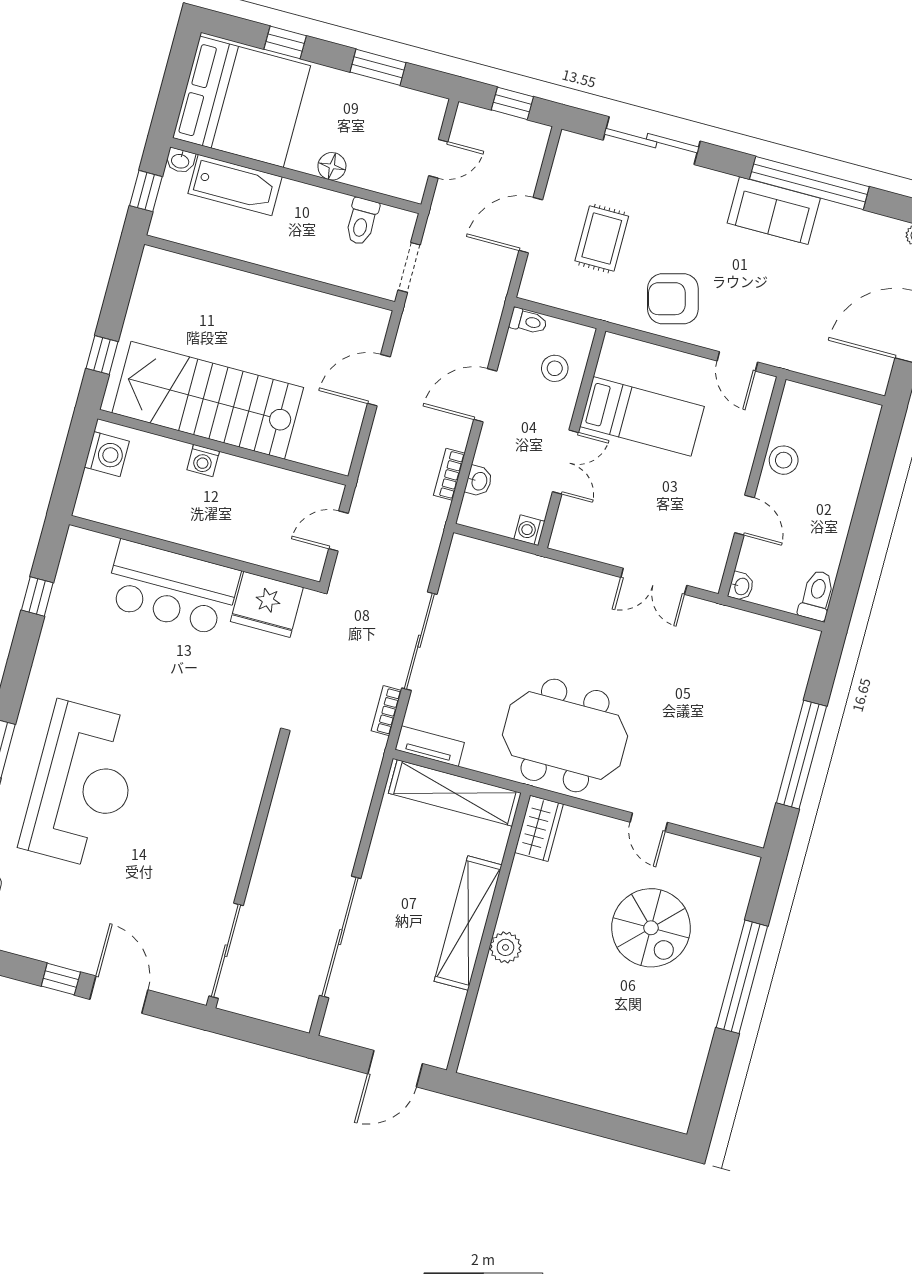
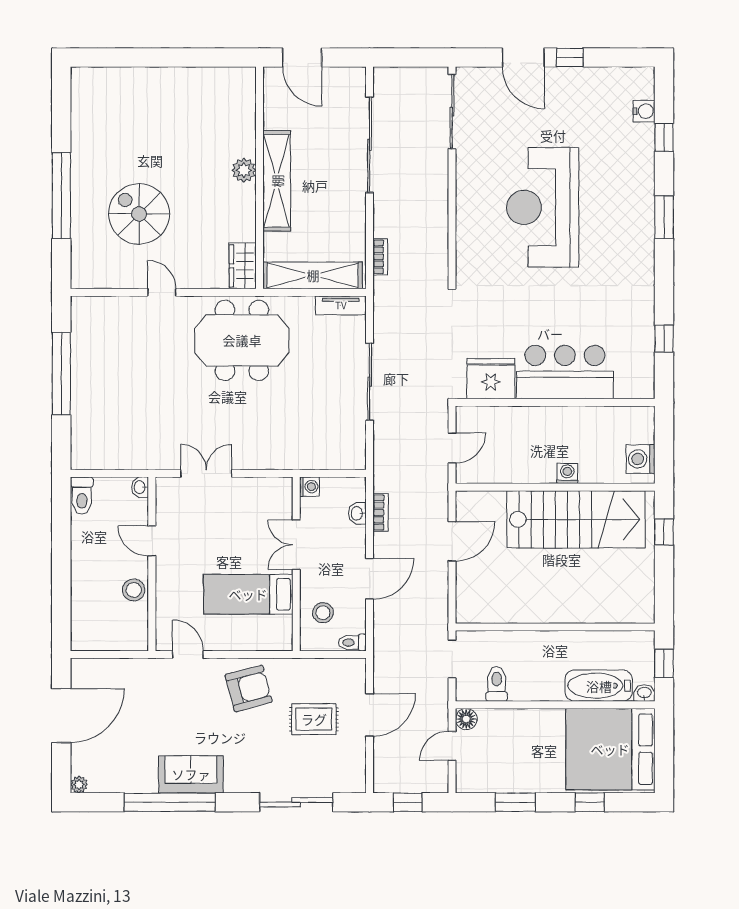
floor lamp: (332, 166) -> (466, 719), moved
rug: (602, 239) -> (314, 719), turned 90
door: (379, 380) -> (452, 541), moved
bookcase: (386, 711) -> (380, 257), moved
reception desk: (82, 785) -> (543, 207), moved
door: (395, 1069) -> (302, 57), swing flipped

